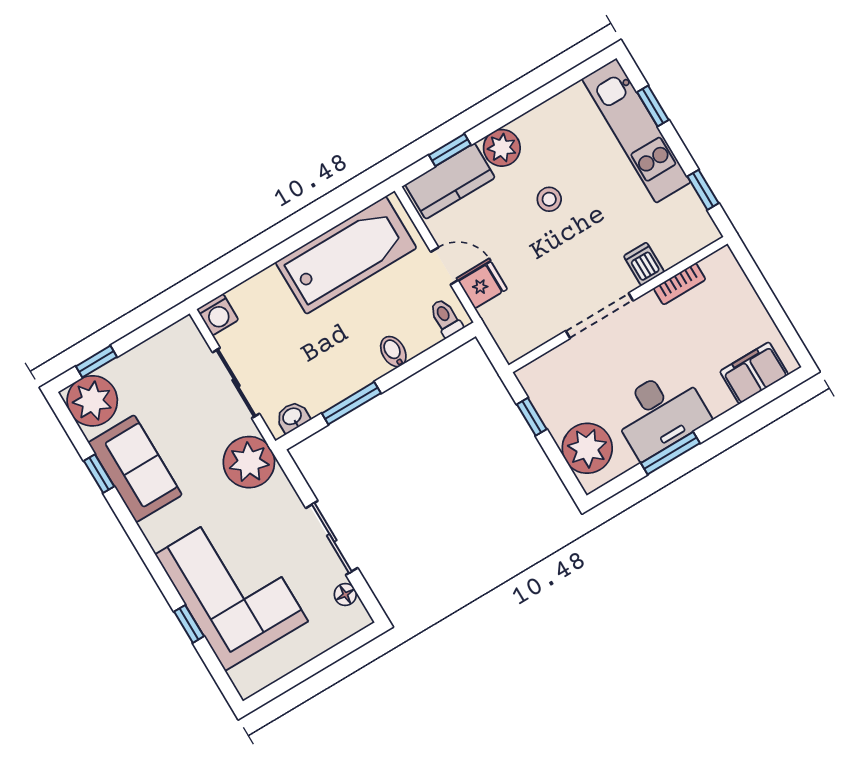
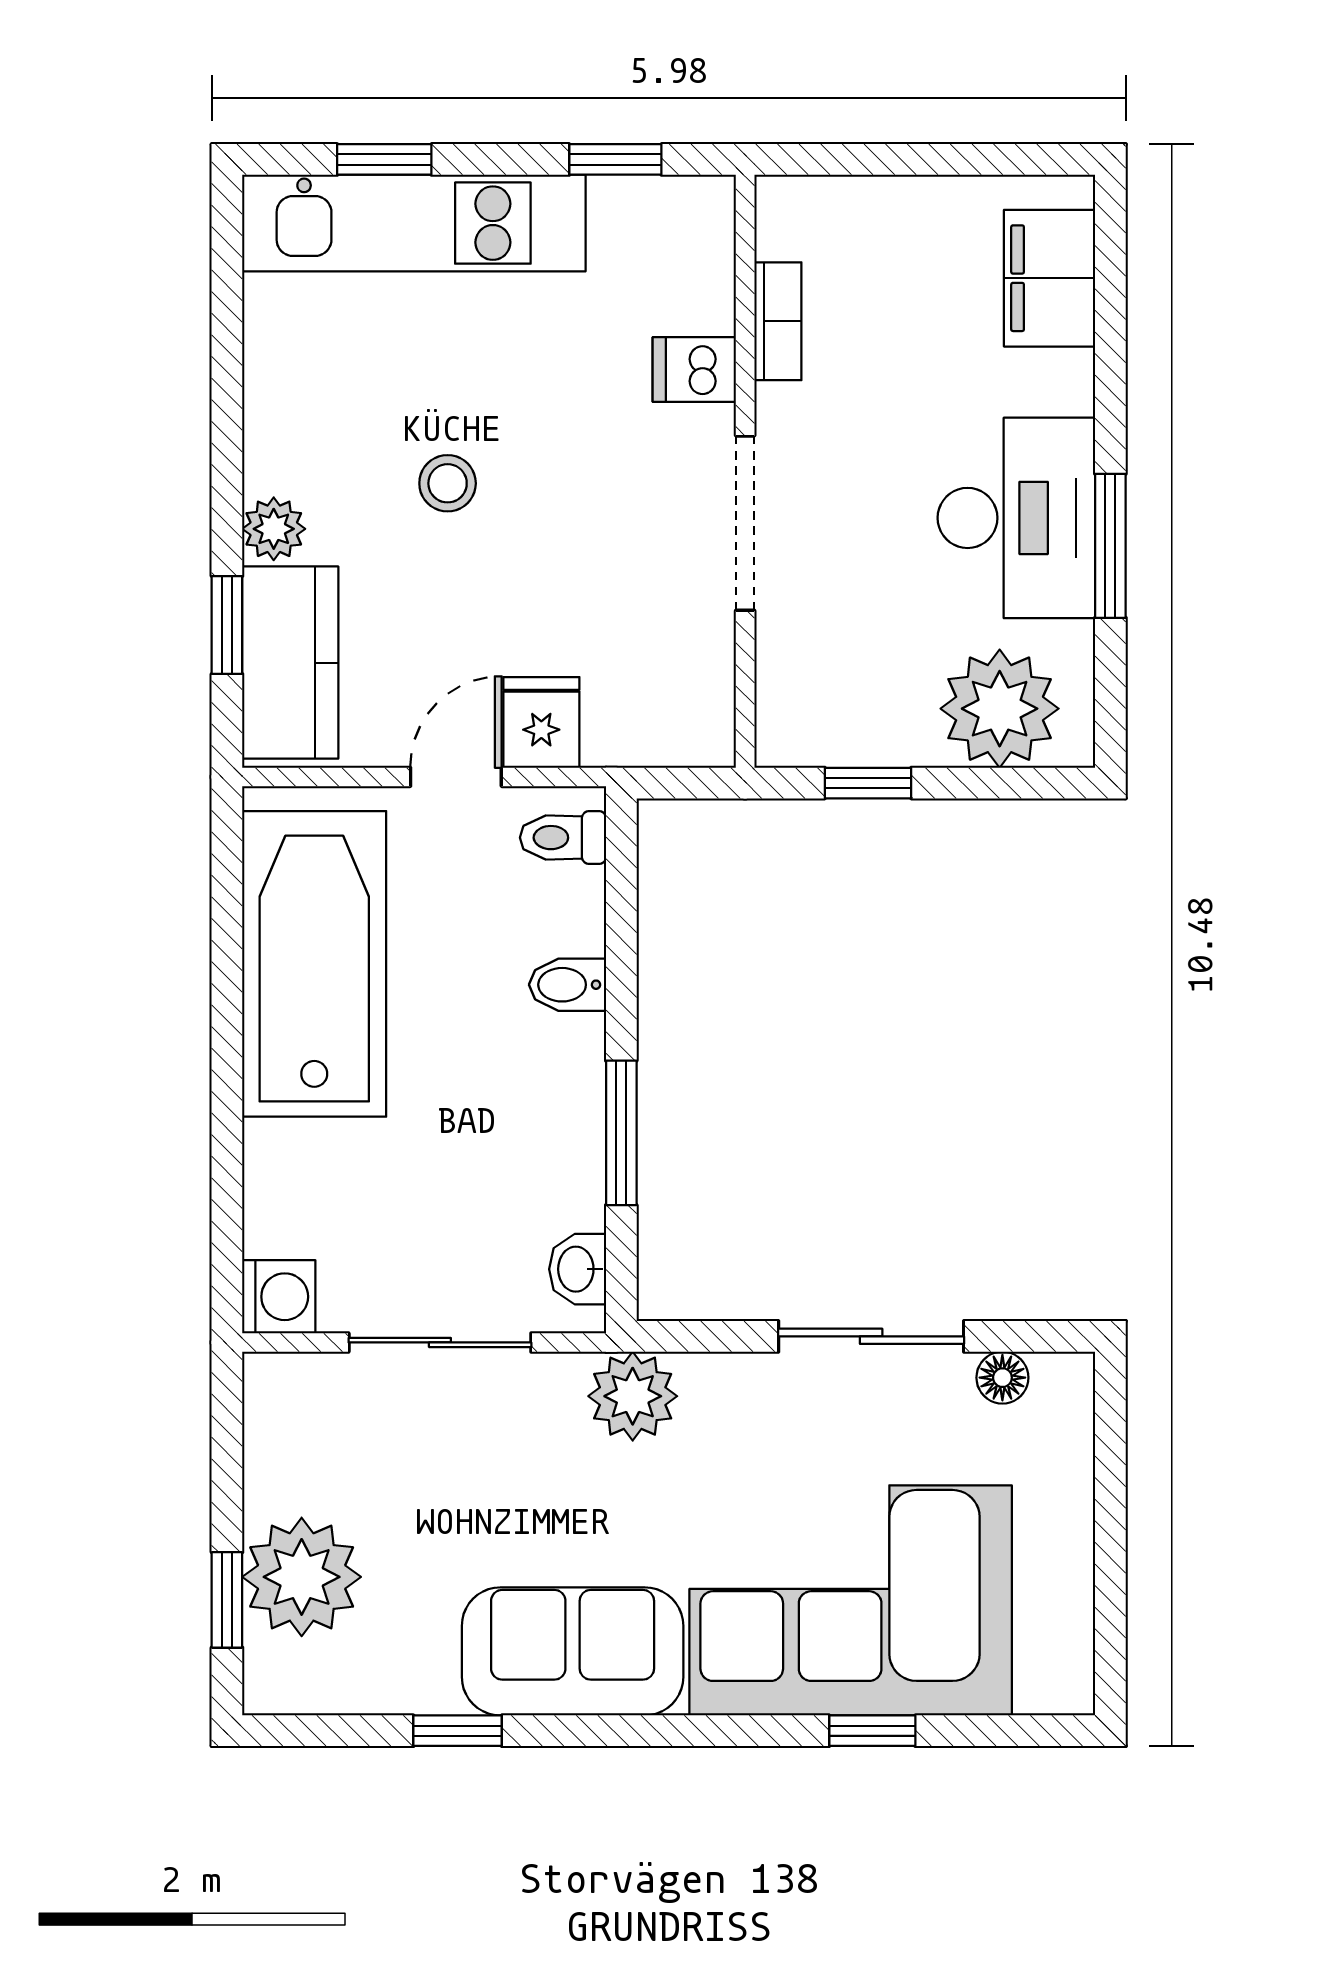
plant: (502, 148) -> (274, 529), width x0.73, depth x0.73
plant: (92, 401) -> (302, 1577), moved
plant: (249, 462) -> (633, 1396), width x0.73, depth x0.73
sofa: (135, 469) -> (573, 1651), moved

